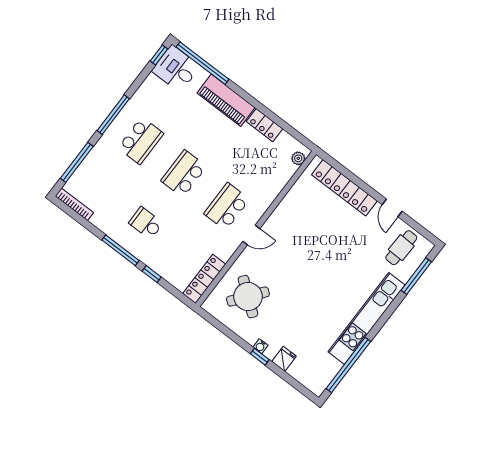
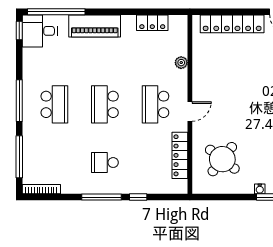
locker: (264, 125) -> (152, 23), moved
plant: (298, 158) -> (181, 63), moved
locker: (204, 279) -> (180, 155), moved

